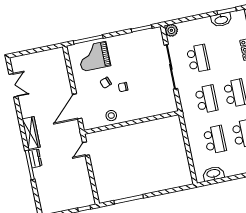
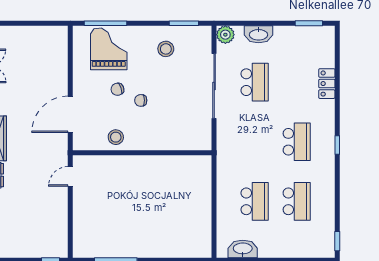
washbasin: (221, 20) -> (258, 34), moved
stool: (133, 48) -> (166, 49), added
grand piano: (94, 56) -> (109, 49), turned 90
school desk: (206, 99) -> (255, 142), removed

